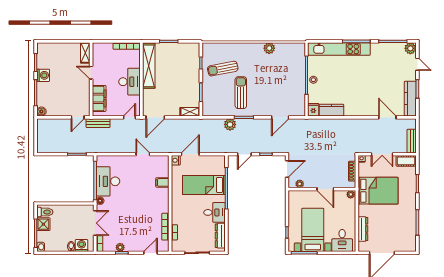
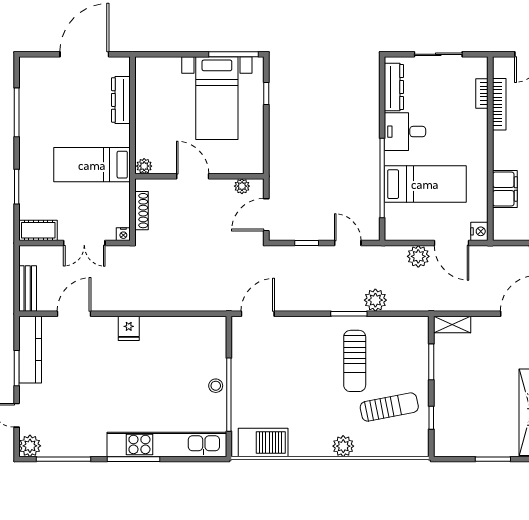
plant: (269, 48) -> (343, 446), moved
barbecue: (289, 50) -> (263, 442), added
fridge: (313, 110) -> (129, 328), moved
kitchen counter: (331, 110) -> (181, 328), removed
door: (280, 117) -> (258, 314), moved
door: (387, 117) -> (74, 314), swing flipped
bench: (412, 141) -> (28, 289), moved
plant: (208, 147) -> (418, 256), added
door: (190, 154) -> (452, 243), hinge flipped
door: (244, 154) -> (348, 243), hinge flipped
double door: (382, 154) -> (84, 243), swing flipped
filing cabinet: (162, 182) -> (505, 189), width x2.00
bed: (378, 191) -> (92, 165), width x0.67
desk: (342, 240) -> (161, 78), removed

